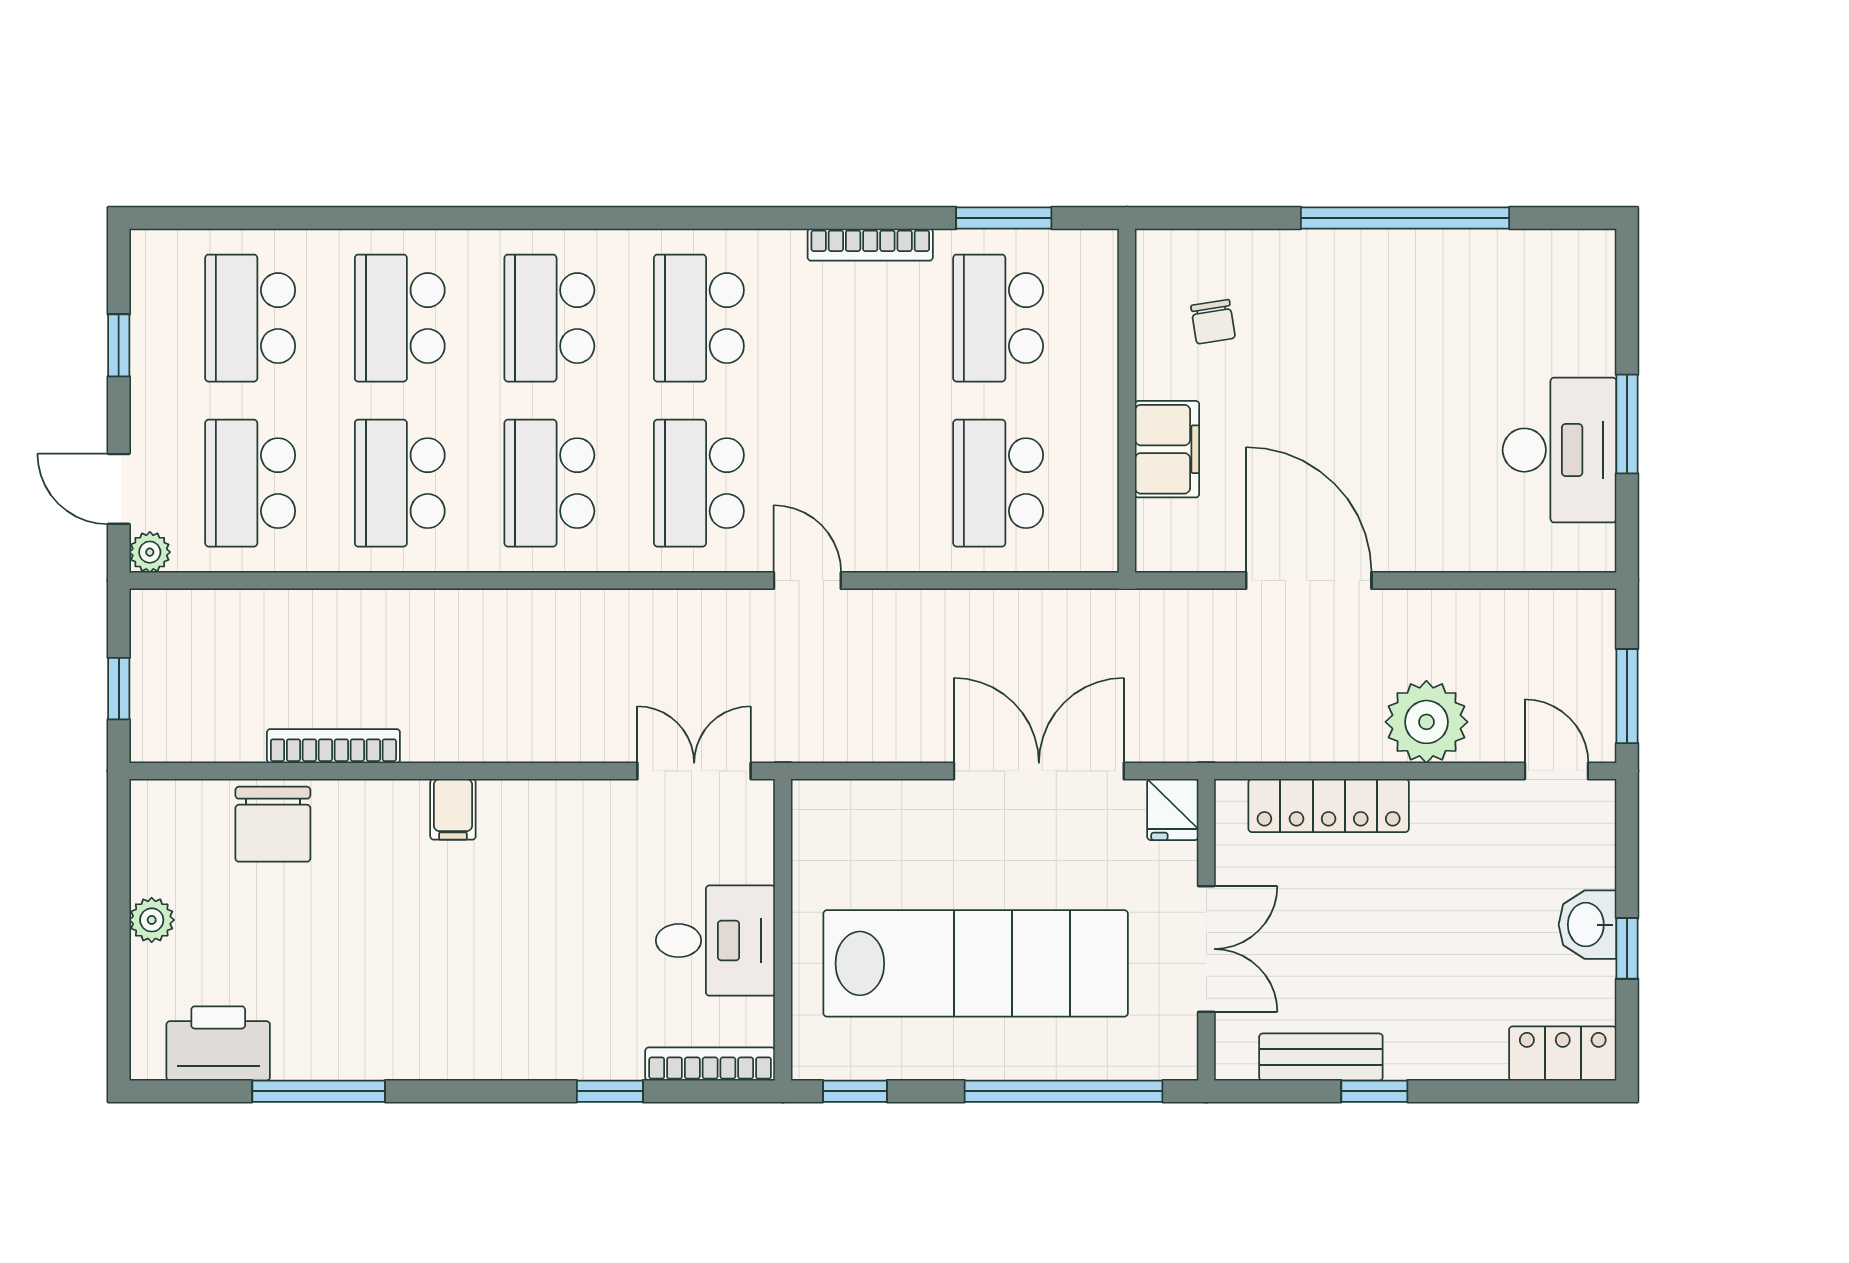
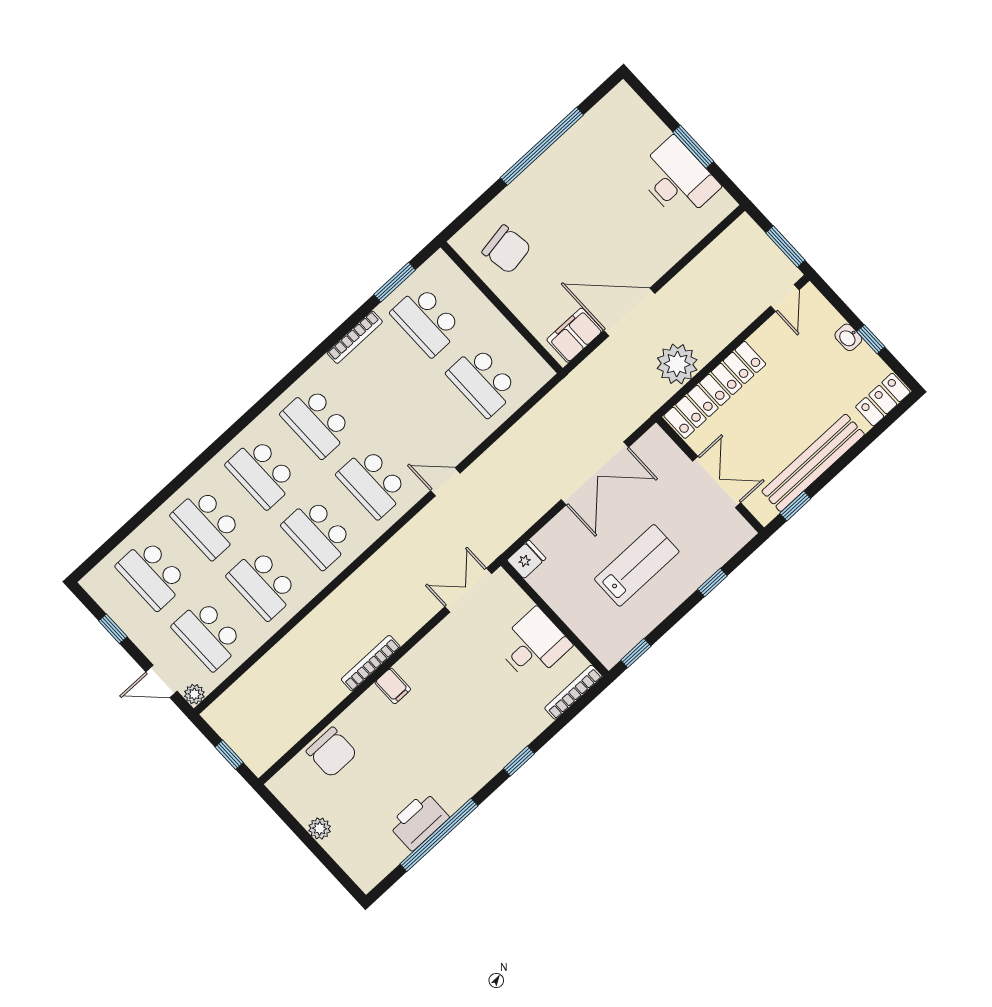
chair: (1213, 322) -> (507, 249), width x1.87, depth x1.87
filing cabinet: (1167, 449) -> (575, 335), moved, turned -90
plant: (1426, 722) -> (677, 364), moved
bookcase: (333, 746) -> (371, 663), moved
double door: (1039, 771) -> (595, 473), swing flipped
door: (1556, 771) -> (785, 298), swing flipped
locker: (1329, 806) -> (715, 390), width x1.41, depth x1.21
fridge: (1173, 810) -> (526, 559), moved, turned -90
washbasin: (1588, 925) -> (848, 337), width x0.72, depth x0.69
lab bench: (976, 963) -> (637, 565), width x0.54, depth x0.72
printer: (218, 1043) -> (419, 821), moved
bench: (1321, 1057) -> (813, 463), width x1.86, depth x1.21
window: (319, 1091) -> (439, 835), width x1.46
window: (610, 1091) -> (519, 761), moved
window: (1064, 1091) -> (712, 582), width x0.32
window: (1374, 1091) -> (795, 506), moved

